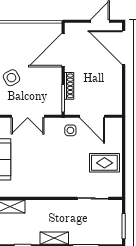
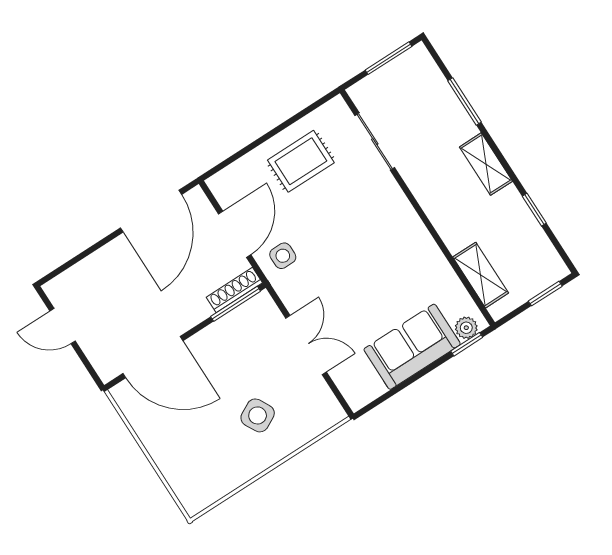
door: (124, 48) -> (151, 211), moved
shoe rack: (69, 86) -> (234, 290), moved
rug: (104, 163) -> (301, 161), turned 90

